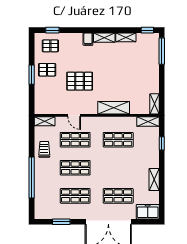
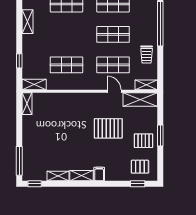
shelving: (114, 108) -> (140, 100), moved

